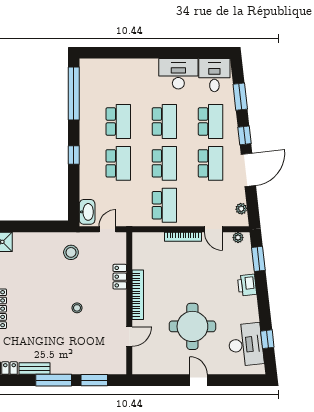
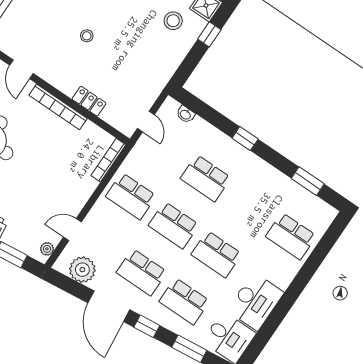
window: (74, 94) -> (308, 181), width x0.47
school desk: (118, 121) -> (291, 236), moved
plant: (241, 209) -> (82, 270), width x1.88, depth x1.88
washbasin: (87, 212) -> (185, 114), width x0.52, depth x0.69
window: (20, 226) -> (209, 34), added
bookcase: (183, 237) -> (108, 160), moved
stool: (71, 252) -> (173, 21), moved

